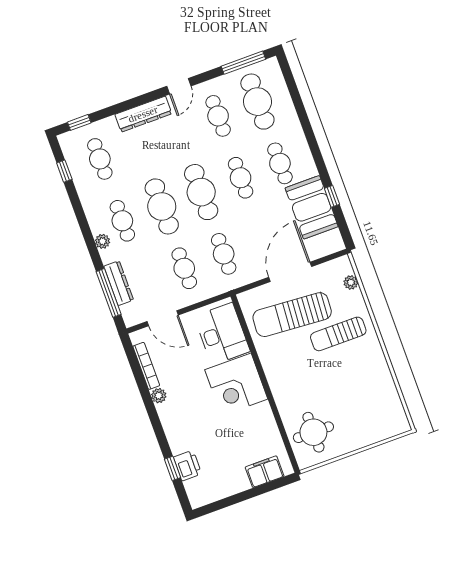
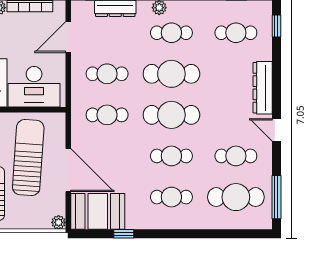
booth: (312, 207) -> (98, 211), moved
plant: (351, 282) -> (59, 222), moved

